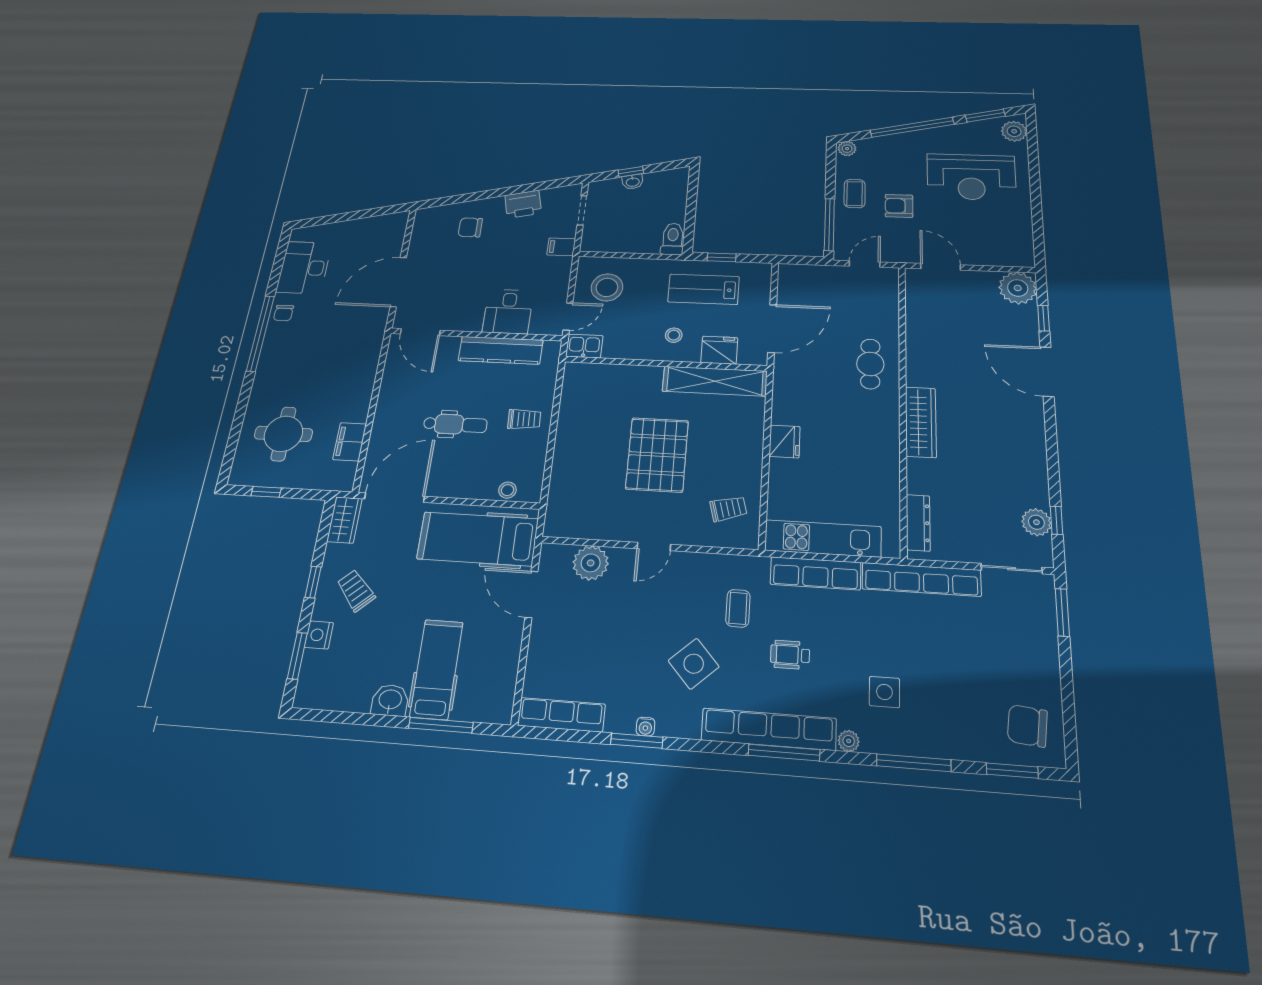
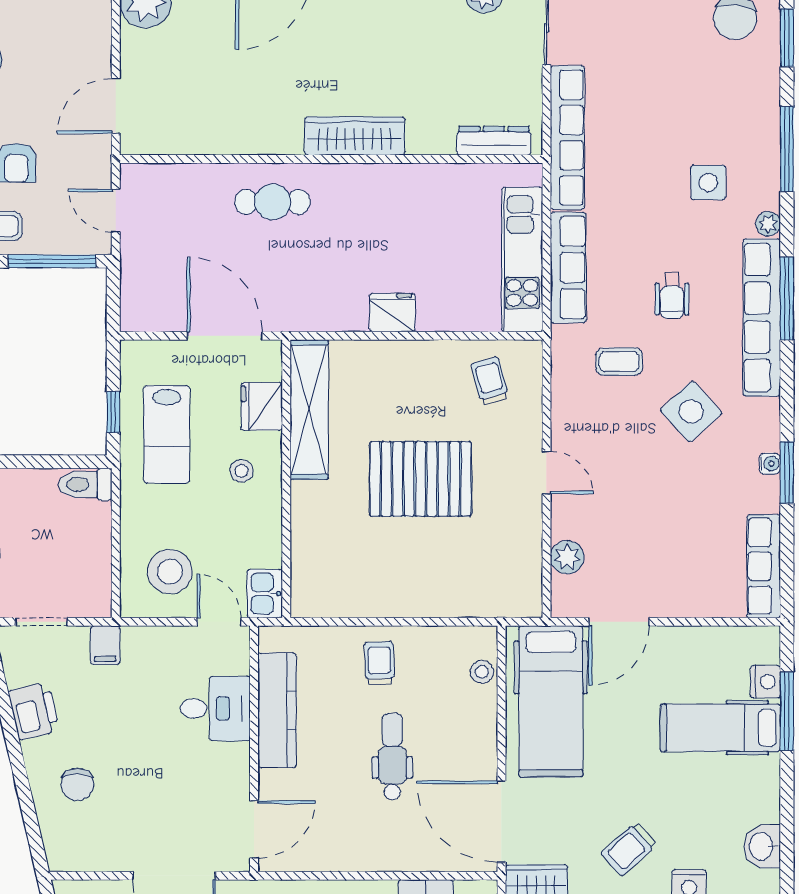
plant: (591, 563) -> (567, 557), width x0.73, depth x0.73
washbasin: (390, 700) -> (762, 846), moved
nightstand: (467, 709) -> (765, 682), added

